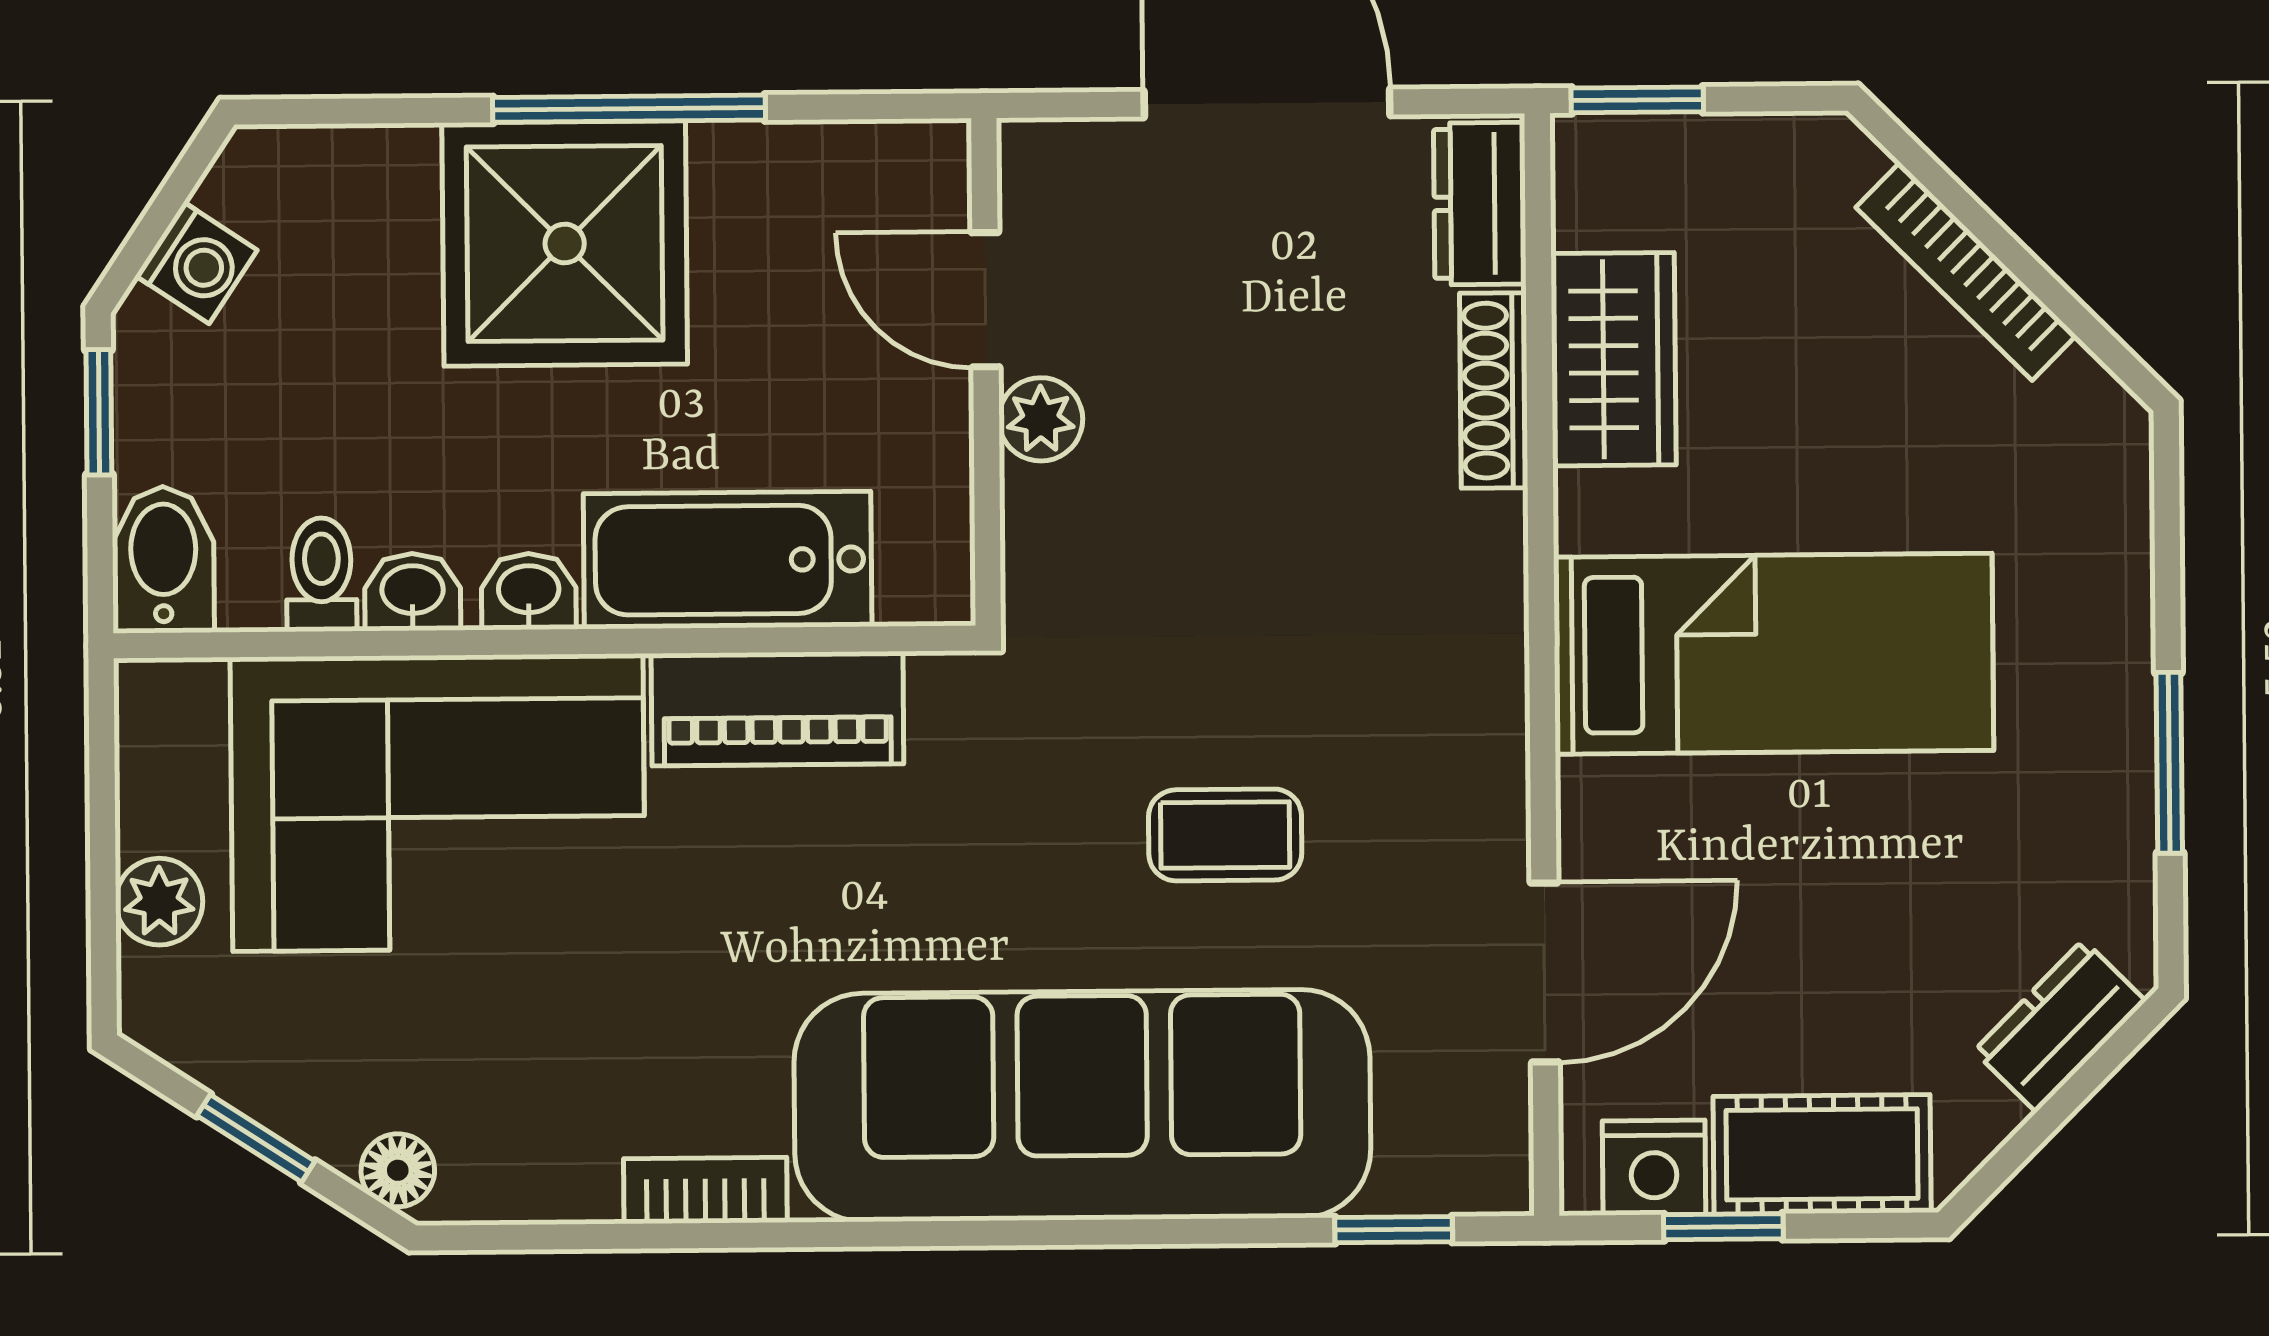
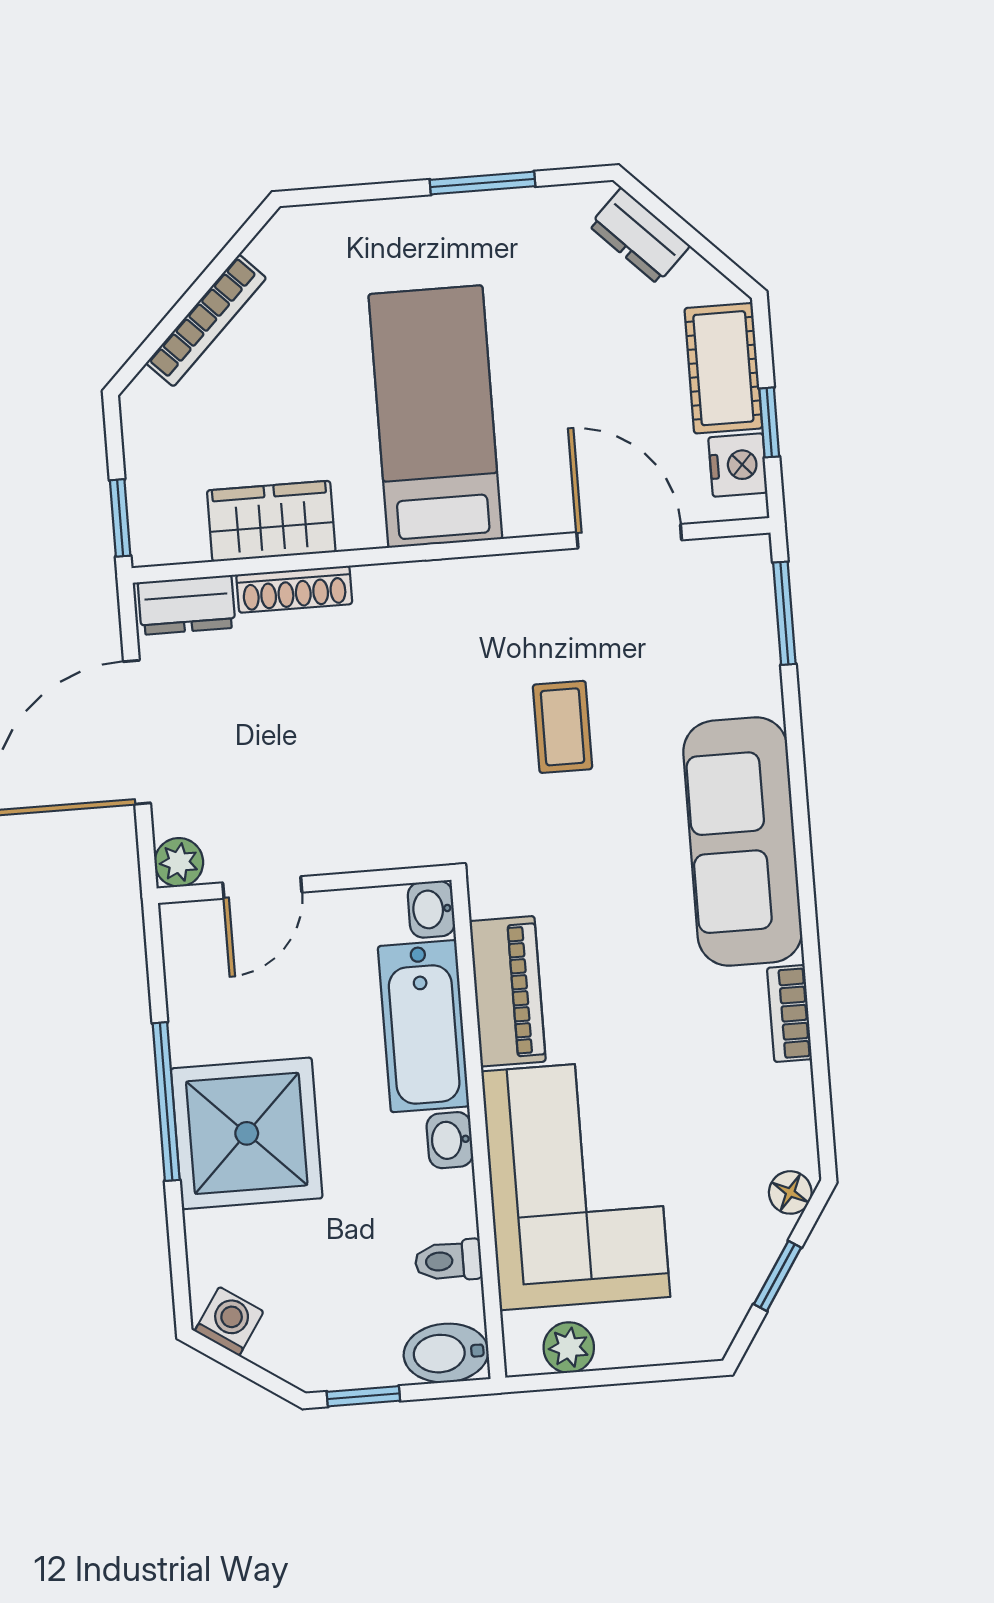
washing machine: (196, 263) -> (229, 1321), moved
plant: (1041, 419) -> (179, 862), moved
washbasin: (413, 592) -> (431, 909), moved
plant: (159, 902) -> (569, 1347), moved
sofa: (1082, 1106) -> (743, 842), width x0.74, depth x0.79
window: (1394, 1230) -> (784, 613), width x1.50

